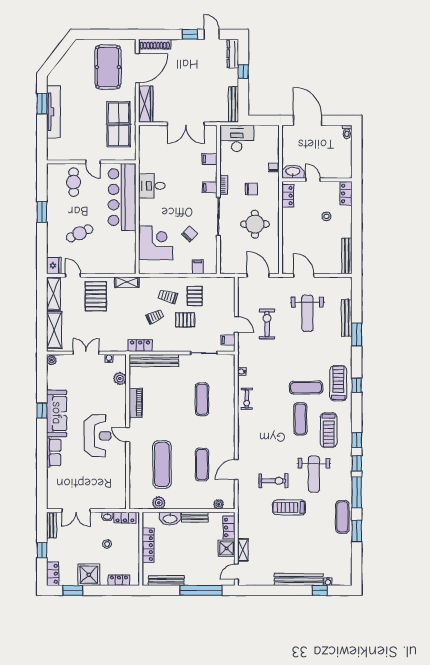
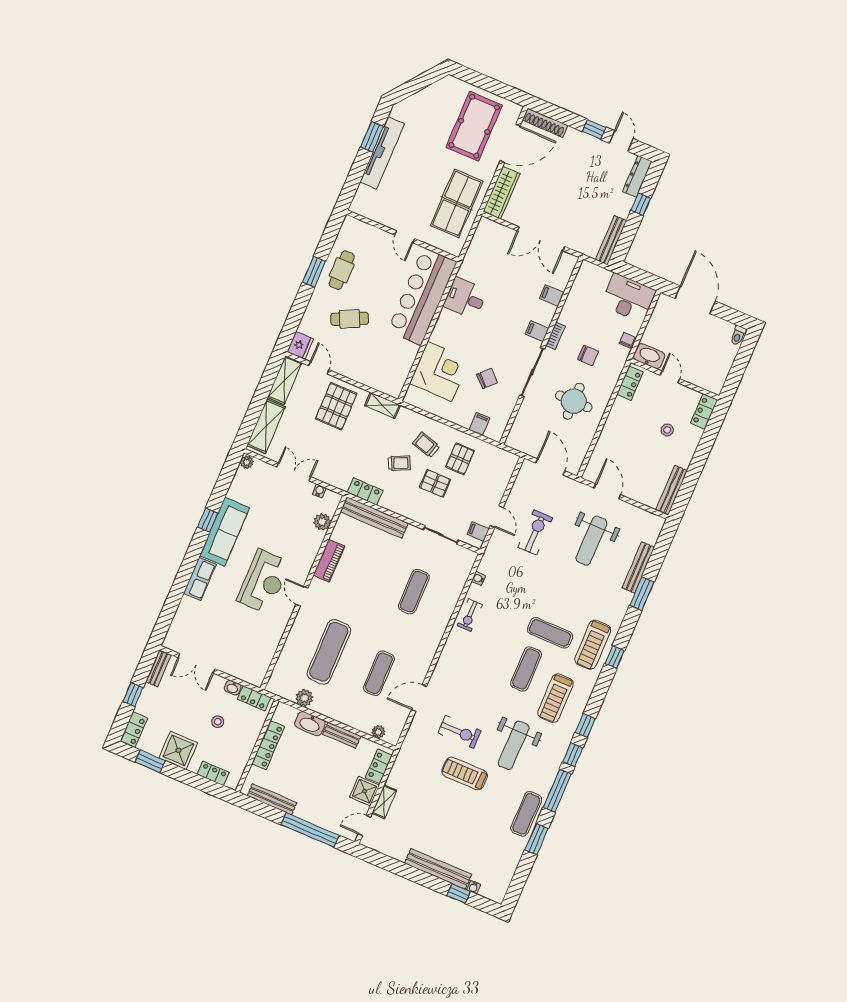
desk: (237, 138) -> (628, 298), moved
cafe table: (74, 182) -> (342, 270), moved
treadmill: (338, 383) -> (593, 645), turned 180

